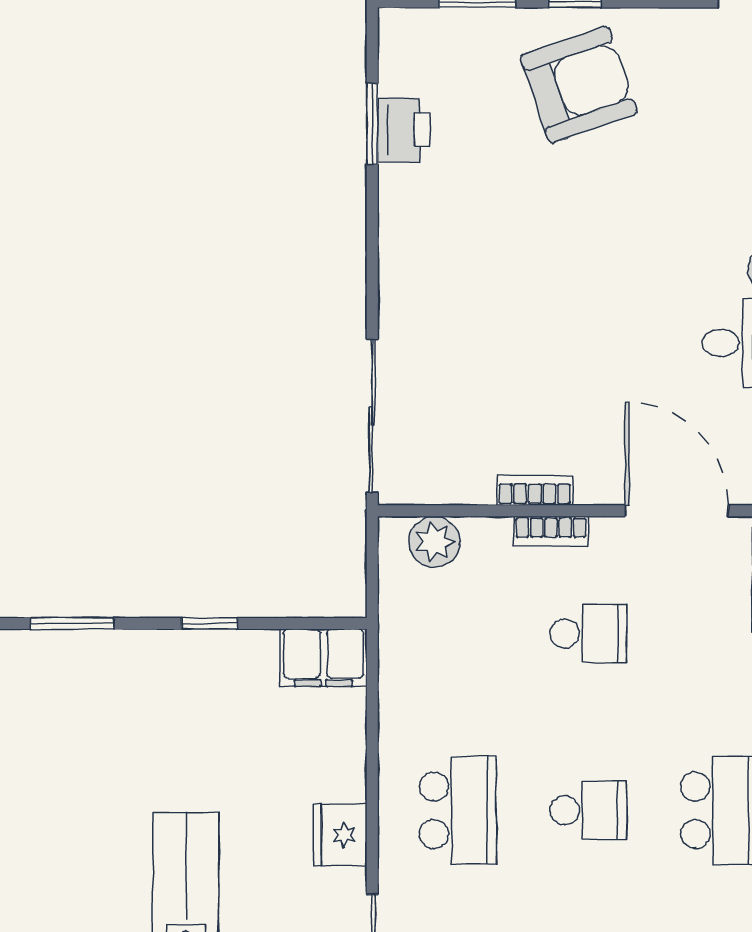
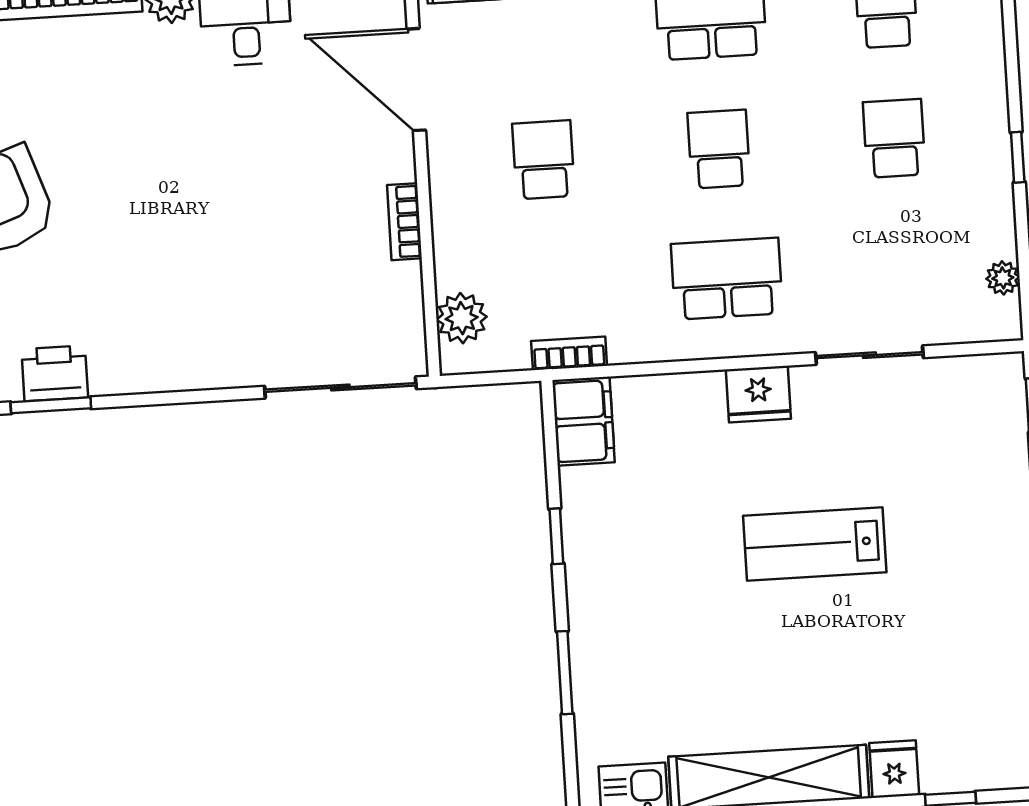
door: (677, 511) -> (416, 80), hinge flipped
bookcase: (551, 531) -> (569, 353), moved, turned -90

